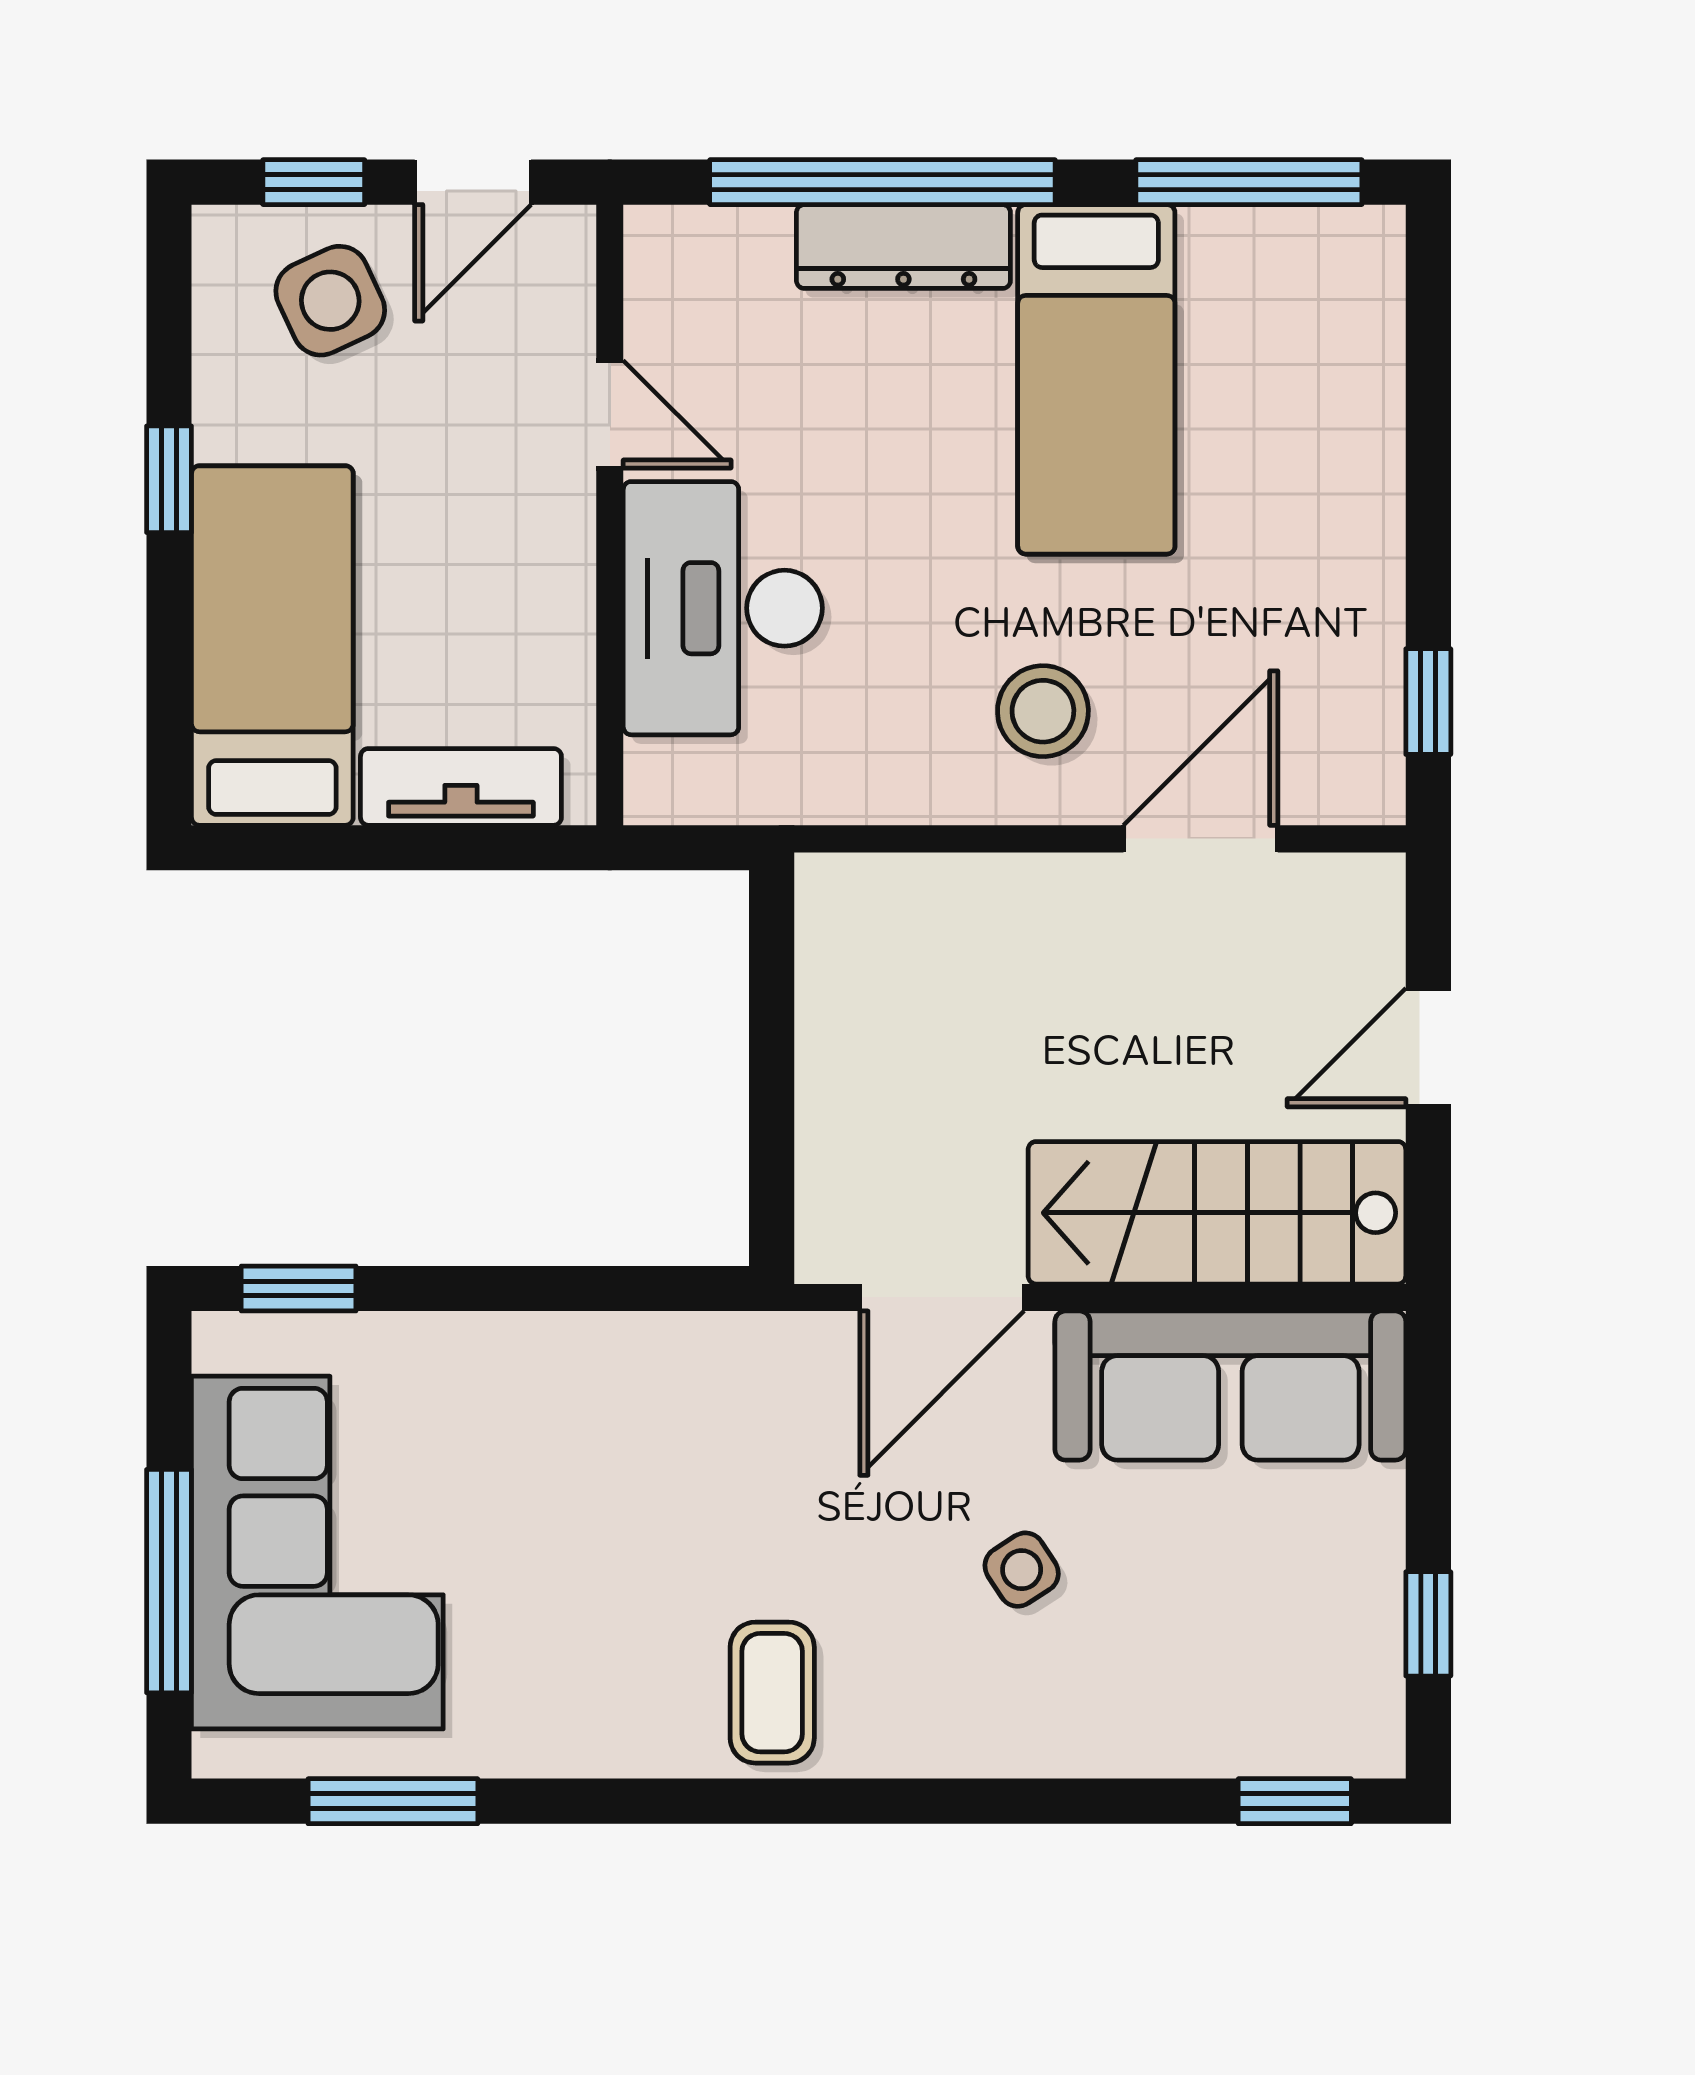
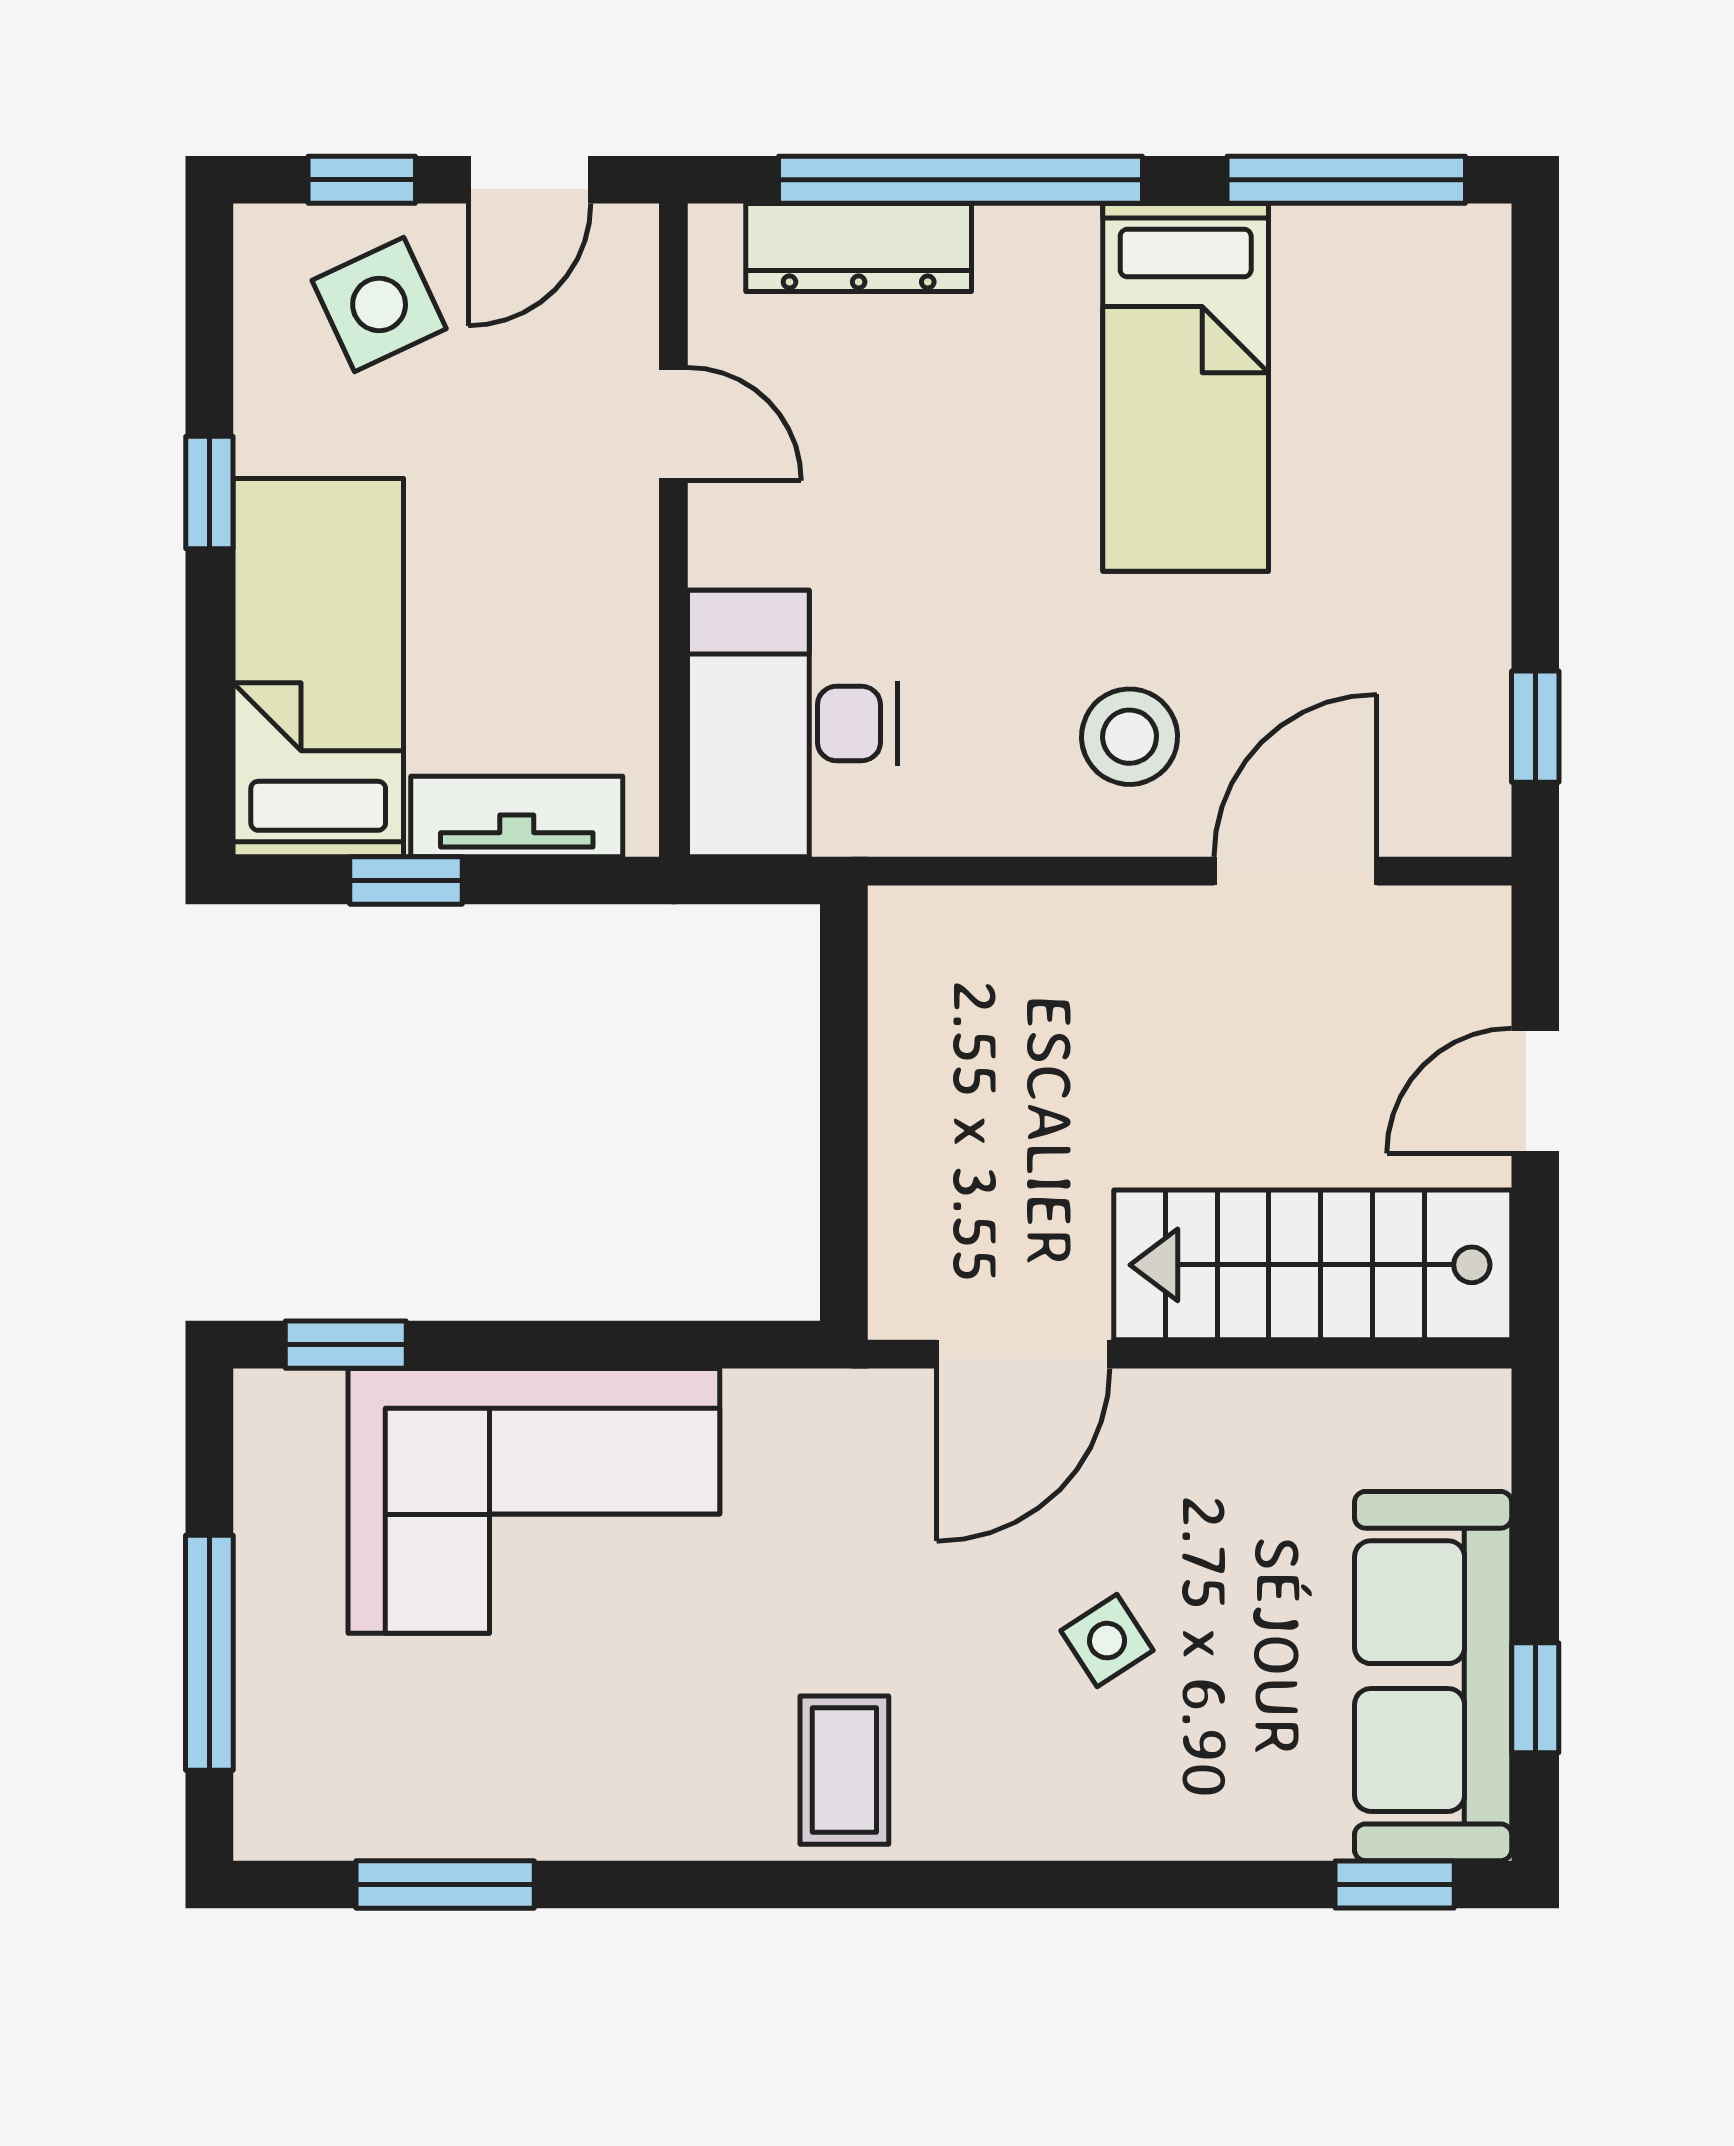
dresser: (903, 247) -> (859, 247), moved
desk: (723, 608) -> (792, 724), moved
window: (356, 848) -> (406, 881), added
sofa: (1230, 1386) -> (1433, 1676), moved, turned 90
corner sofa: (317, 1553) -> (534, 1501), moved, turned 90

